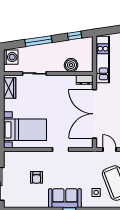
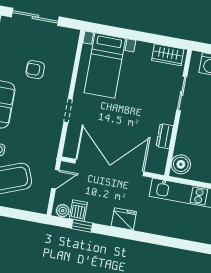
boiler: (71, 65) -> (181, 164), moved
dresser: (85, 80) -> (165, 136), moved

